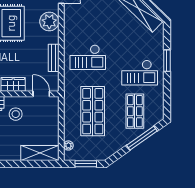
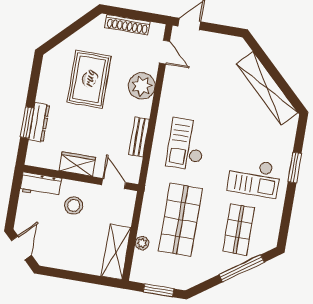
checkout: (88, 57) -> (186, 144), turned 90
plant: (68, 145) -> (142, 243), moved
shelving: (40, 153) -> (116, 252), moved, turned 90

